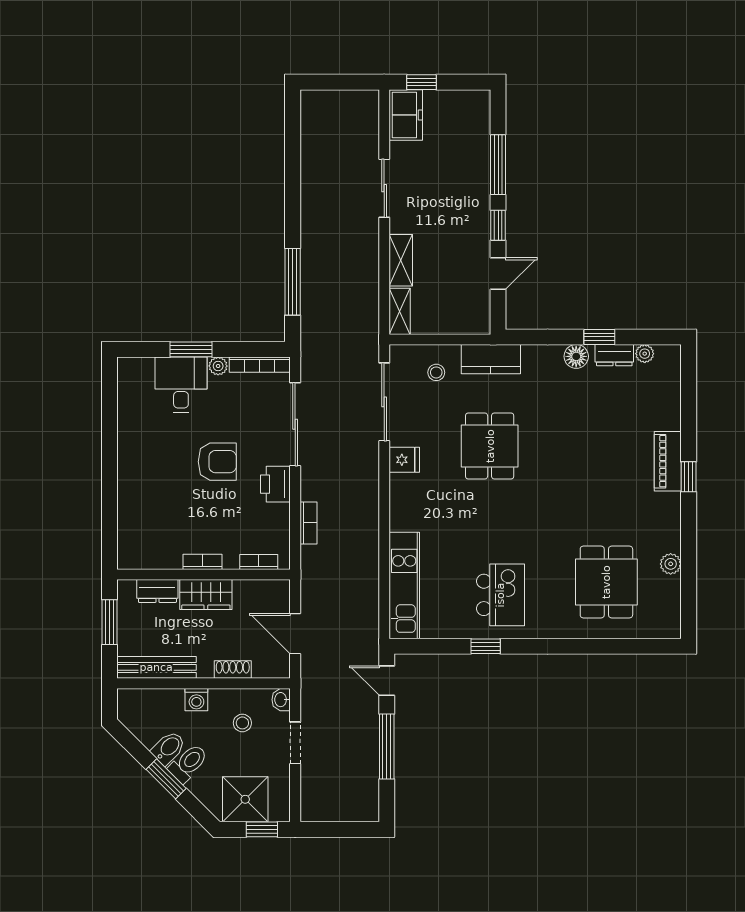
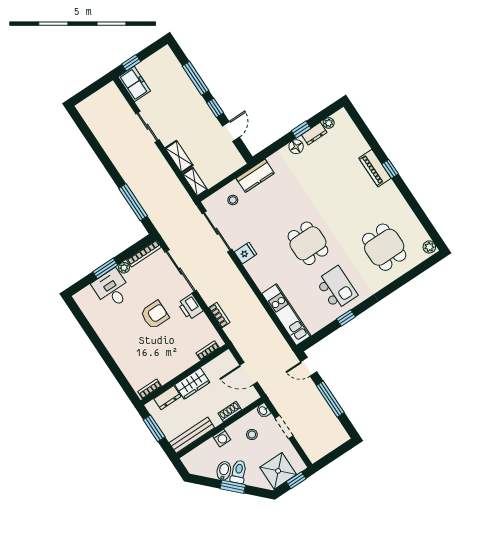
dining table: (490, 446) -> (308, 243), moved
bookcase: (202, 562) -> (150, 389), moved
plant: (671, 564) -> (429, 247), moved

